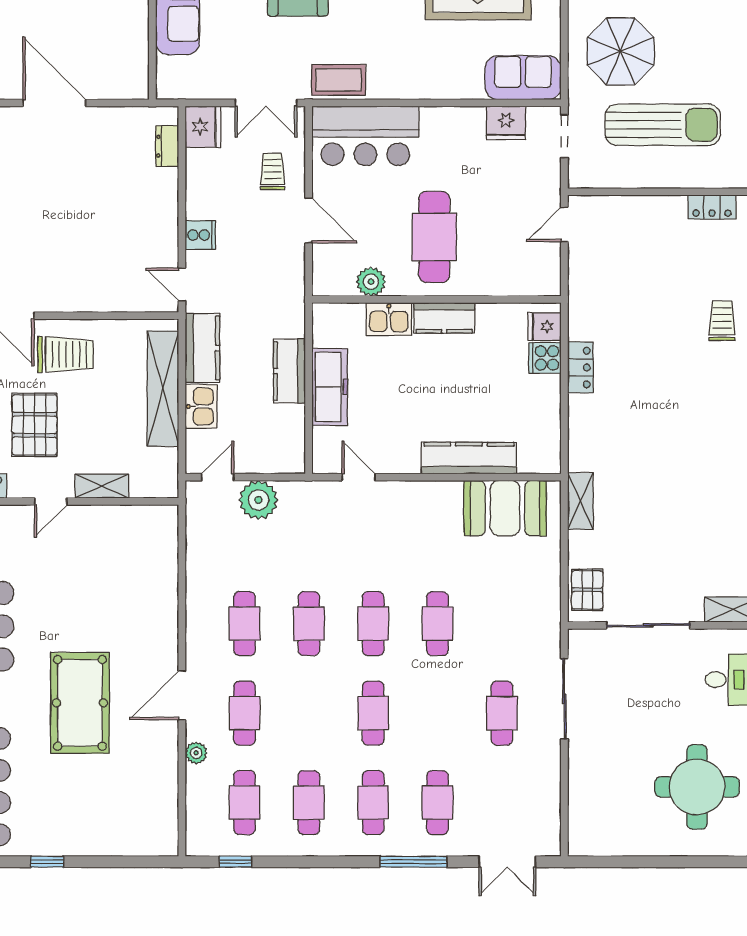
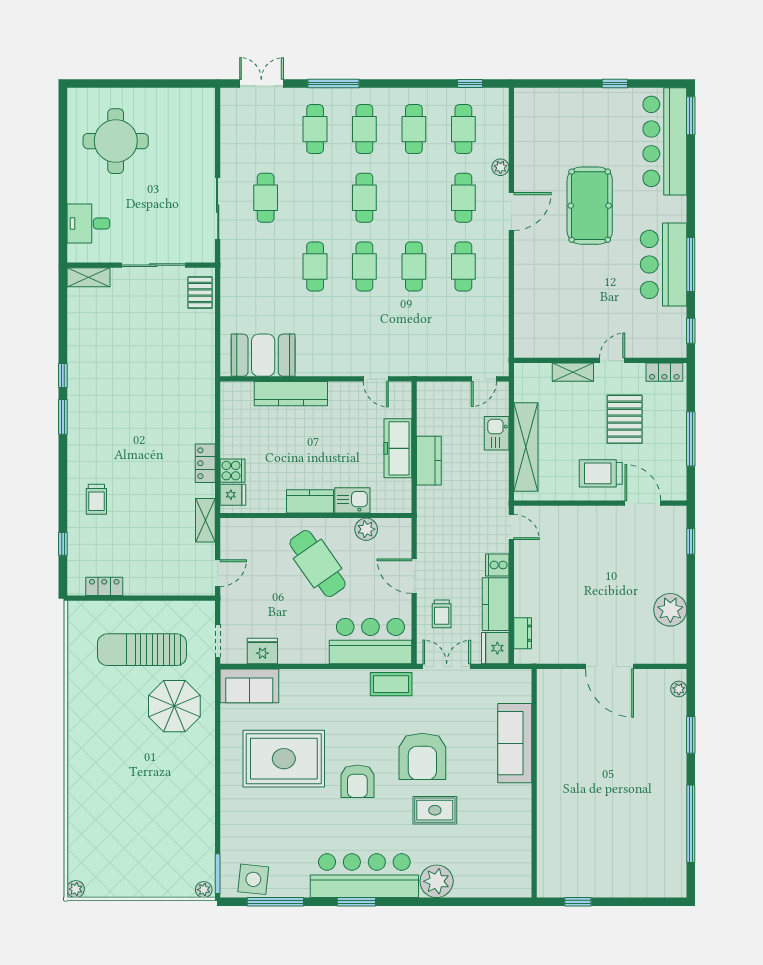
cafe table: (434, 237) -> (318, 564), turned -35
kitchen counter: (202, 348) -> (496, 604), moved
plant: (258, 500) -> (453, 361), removed
shelving: (580, 501) -> (205, 520), moved

